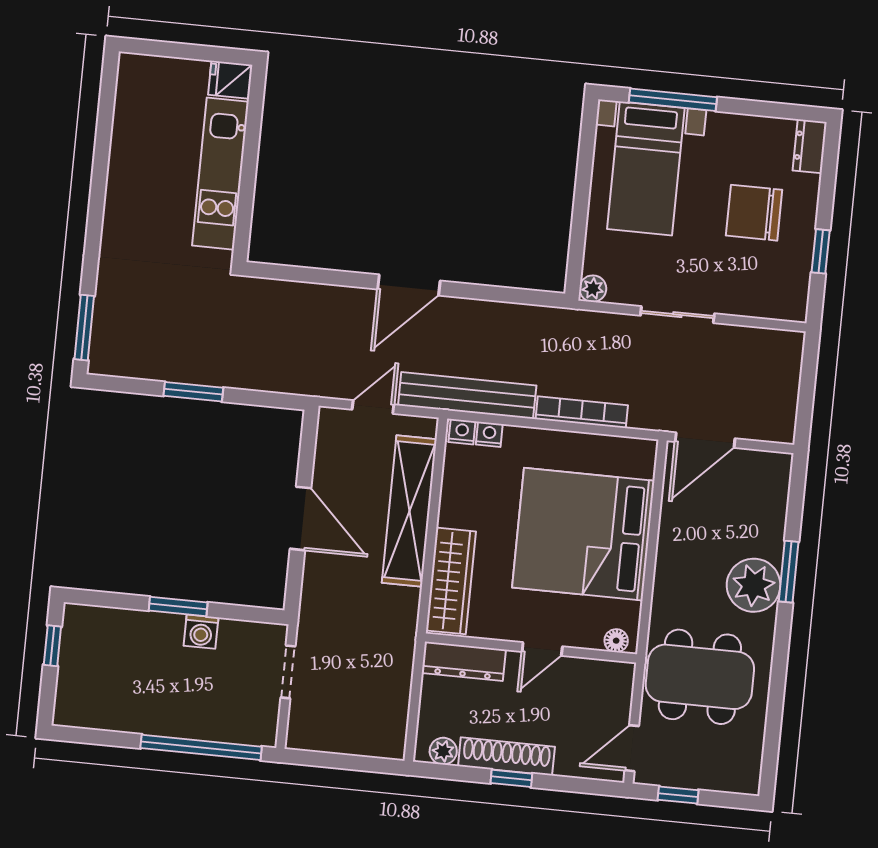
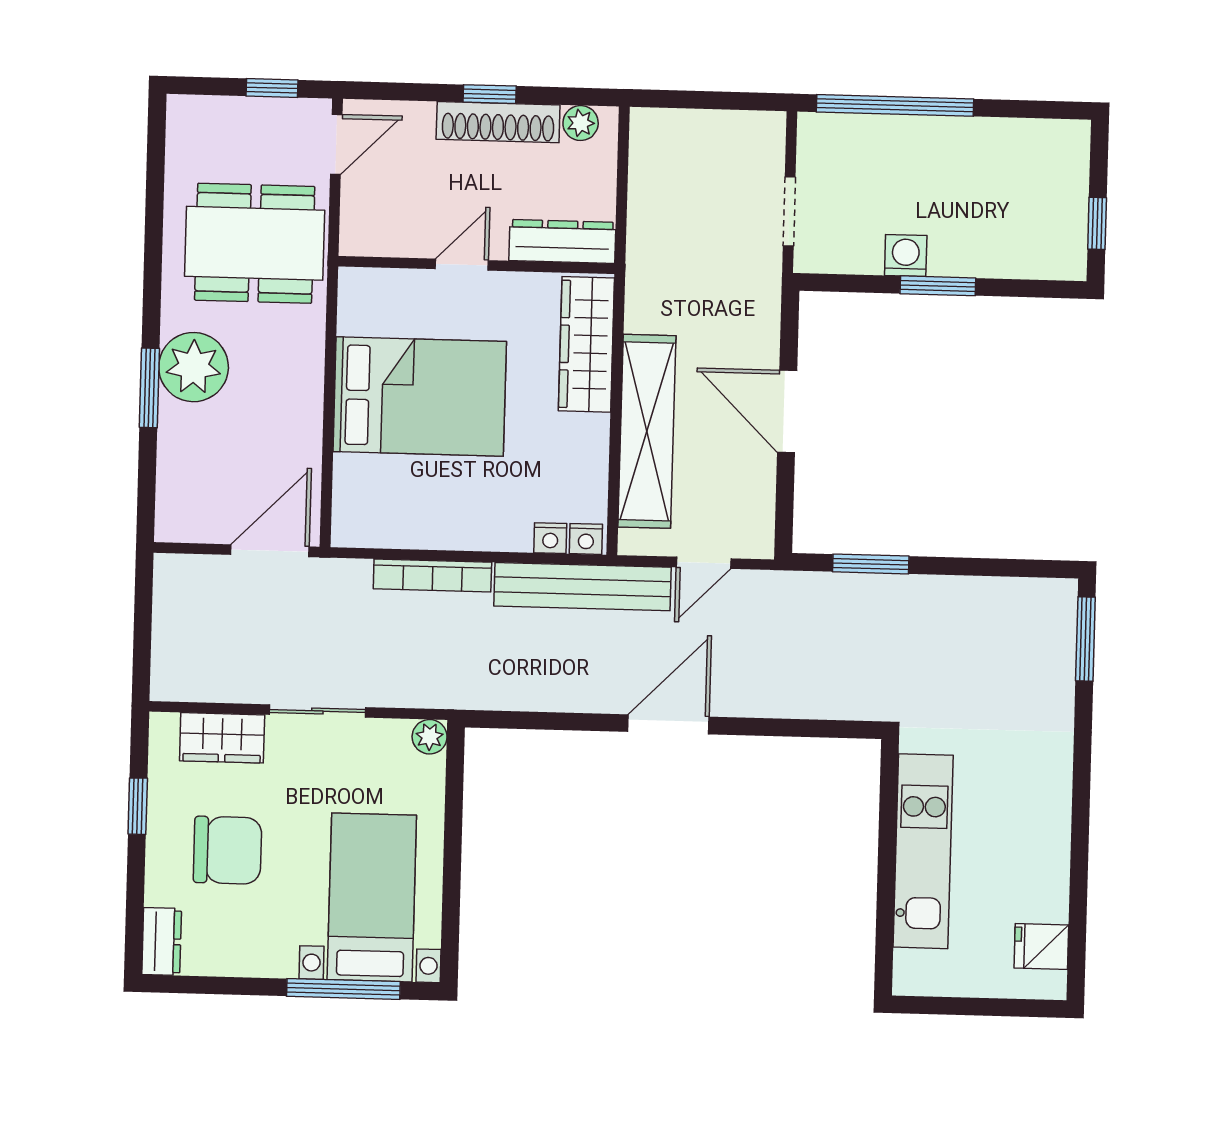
fridge: (230, 80) -> (1041, 946), moved, turned 180
wardrobe: (752, 299) -> (222, 738), added
window: (193, 392) -> (871, 564), moved
bed: (583, 534) -> (420, 397), width x0.73
floor lamp: (616, 641) -> (367, 282), removed

